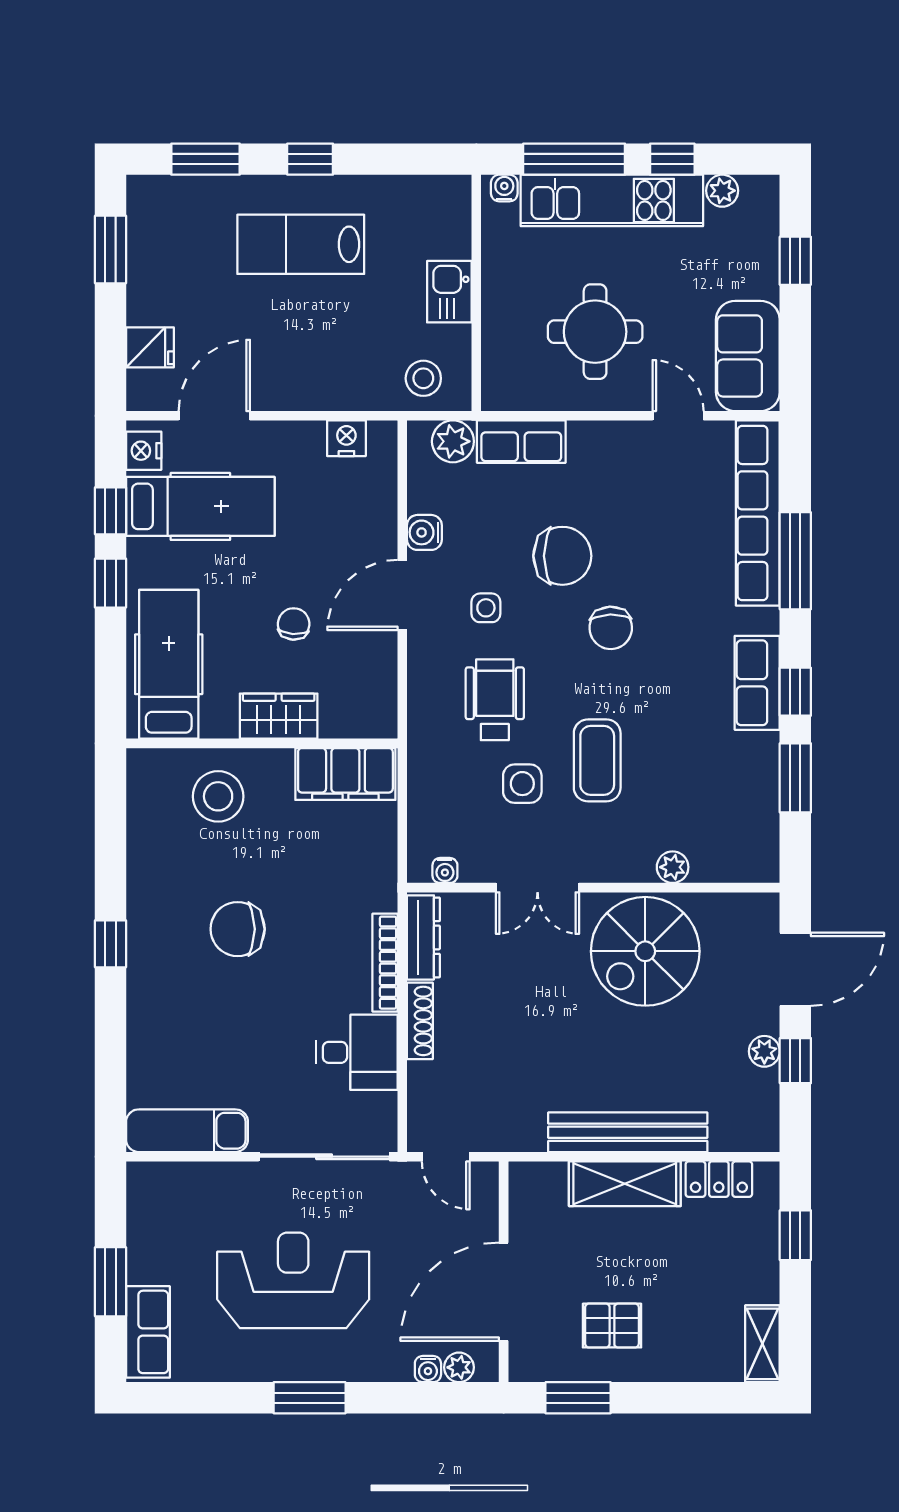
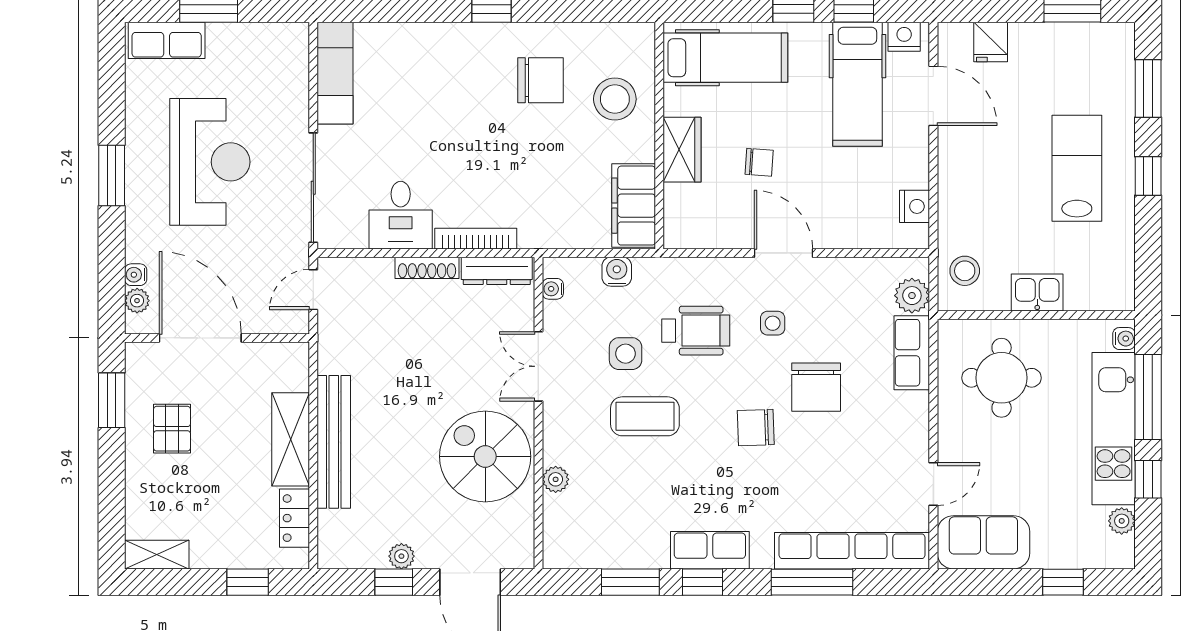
round table: (595, 332) -> (1002, 378), moved
water cooler: (424, 532) -> (617, 272), moved
chair: (238, 929) -> (540, 80), moved, turned 90

